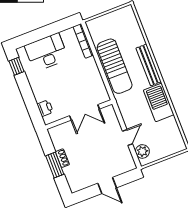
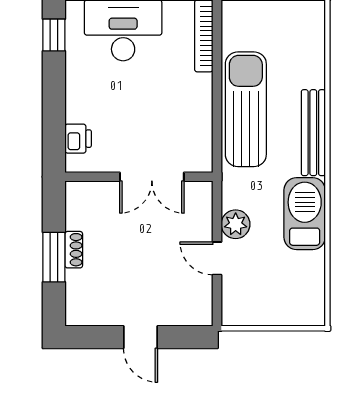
sun lounger: (115, 66) -> (246, 109), turned 180
door: (127, 137) -> (217, 258), swing flipped
plant: (142, 151) -> (236, 224), moved

